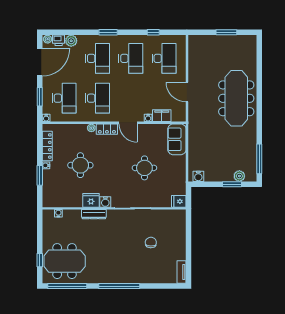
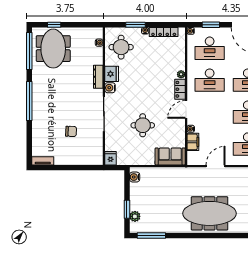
round table: (80, 165) -> (121, 47), moved

